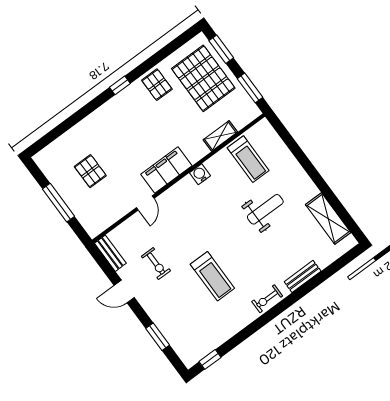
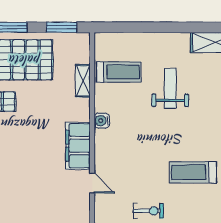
pallet: (90, 171) -> (33, 209), removed
treadmill: (212, 276) -> (193, 172), turned 180

